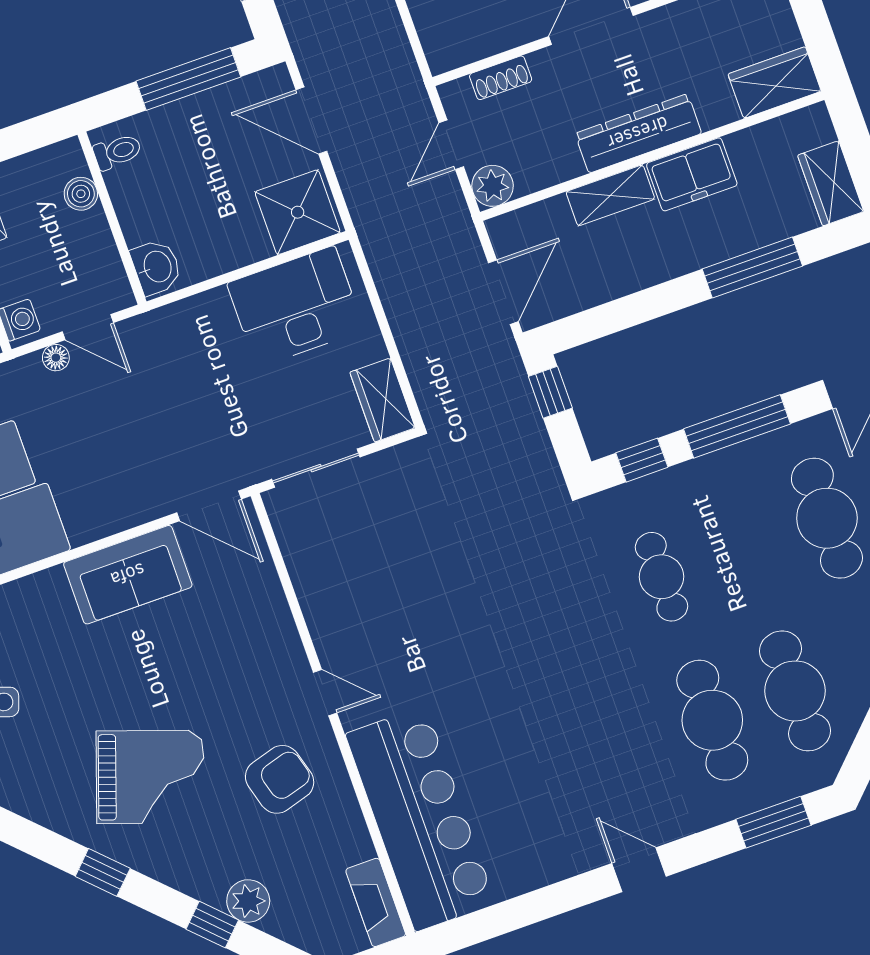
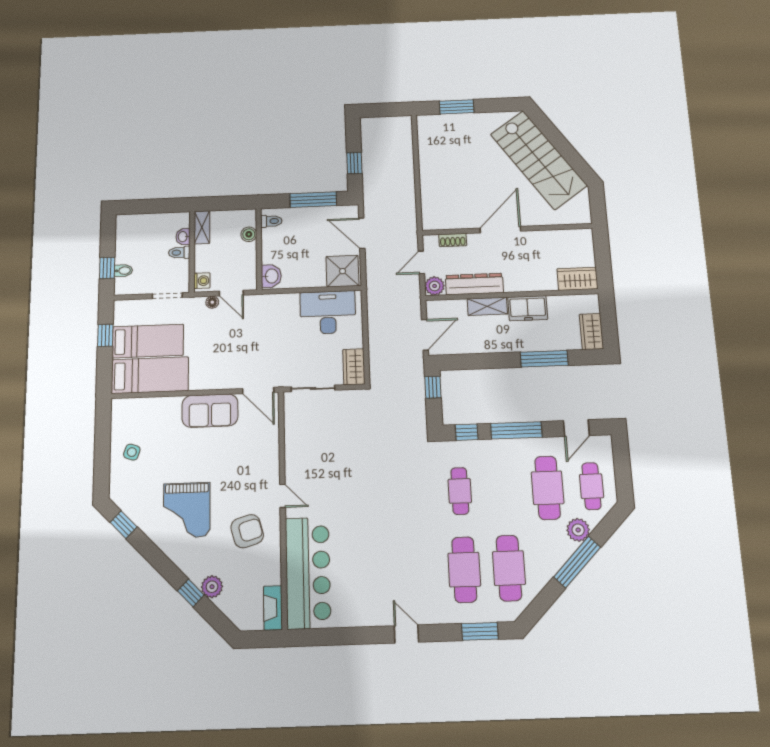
dresser: (638, 133) -> (474, 284), moved
grand piano: (150, 777) -> (187, 510), turned 71
window: (103, 872) -> (124, 525), moved

